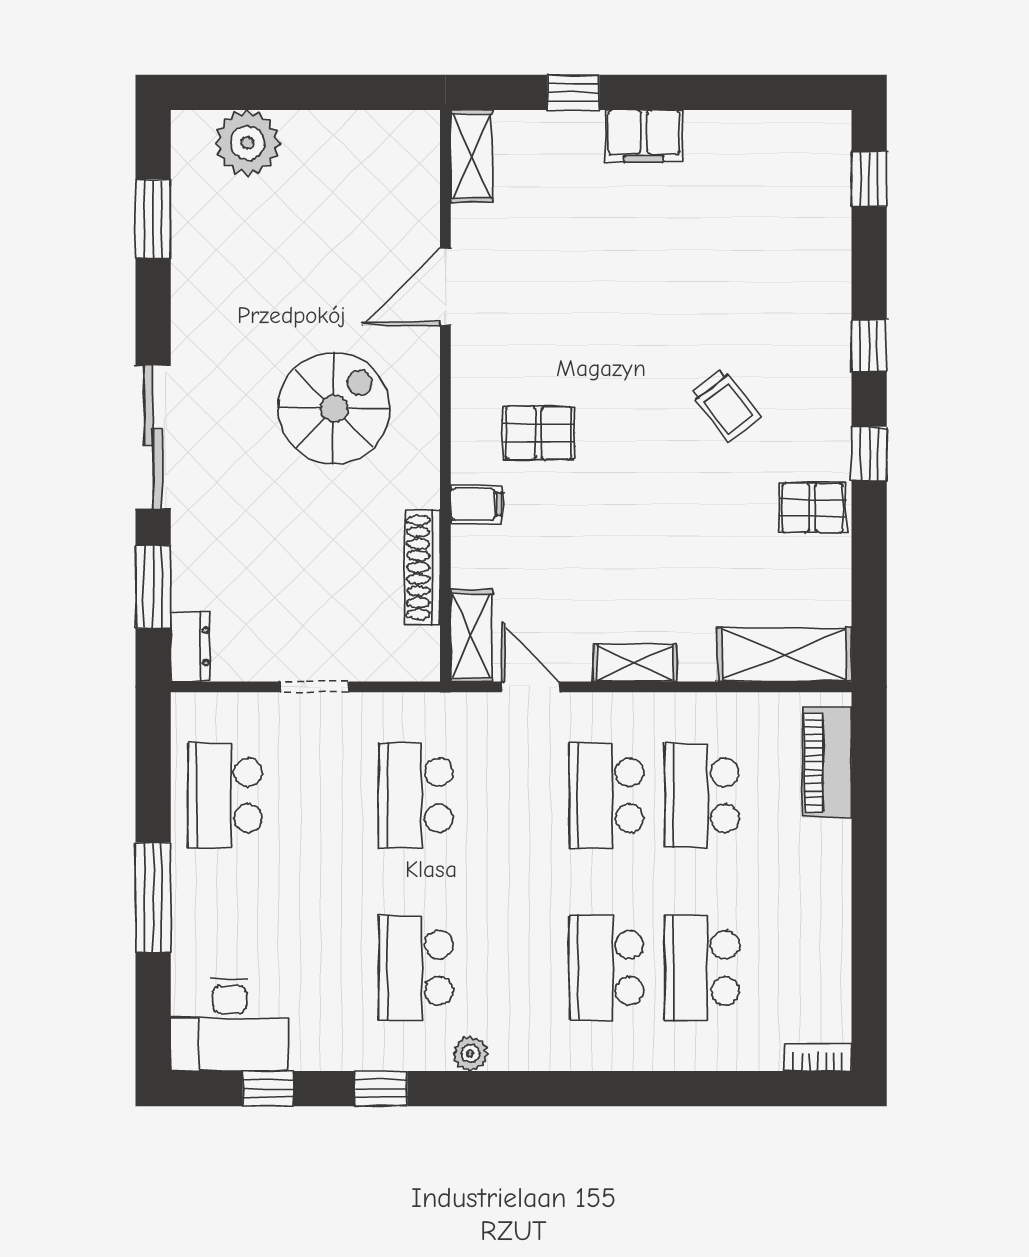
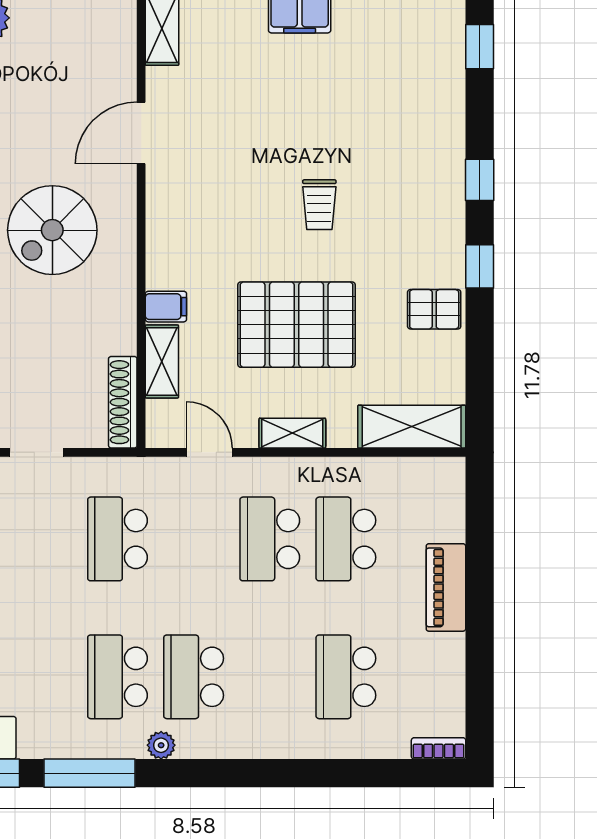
trolley: (726, 405) -> (319, 205), moved, turned 38
spiral stairs: (334, 408) -> (52, 230), turned 180
pallet: (539, 433) -> (296, 325), moved, width x2.05, depth x2.00
shoe rack: (422, 567) -> (123, 402), moved
shelving: (471, 636) -> (162, 361), moved
piano: (827, 762) -> (446, 587), moved
school desk: (606, 968) -> (194, 677), moved
window: (381, 1089) -> (90, 773), width x2.17

